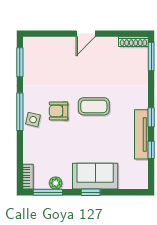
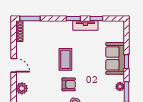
plant: (53, 45) -> (22, 88), added
armchair: (59, 111) -> (69, 84), turned -90
tv unit: (141, 134) -> (85, 25), width x0.71

